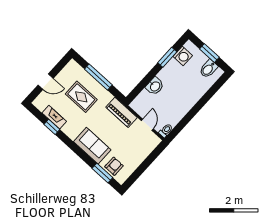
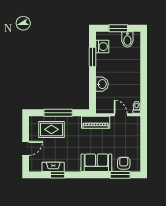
rug: (81, 97) -> (51, 129), moved

